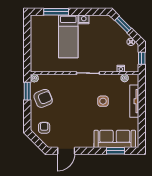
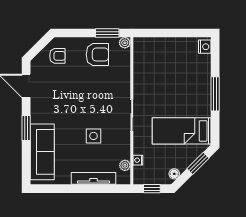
window: (56, 12) -> (215, 94), moved
nightstand: (84, 19) -> (205, 47), moved
bed: (68, 36) -> (182, 131), moved
armchair: (43, 98) -> (97, 55), turned -68
window: (116, 151) -> (26, 128), moved

